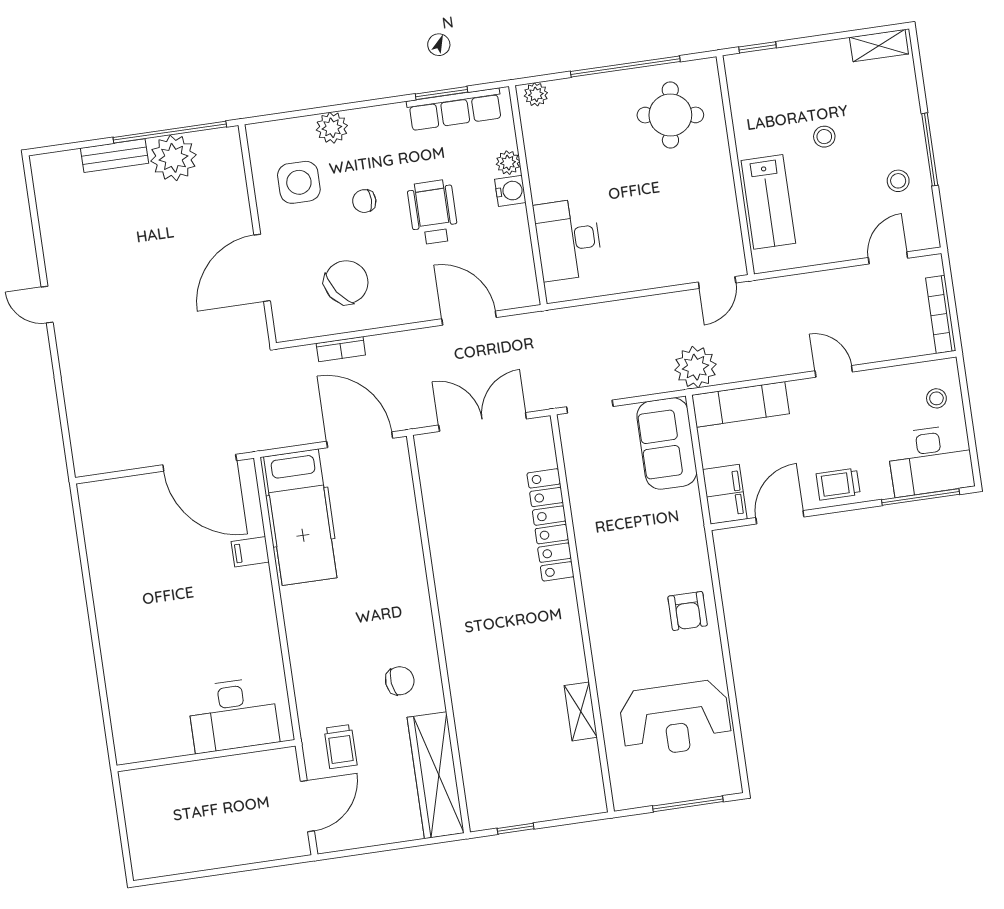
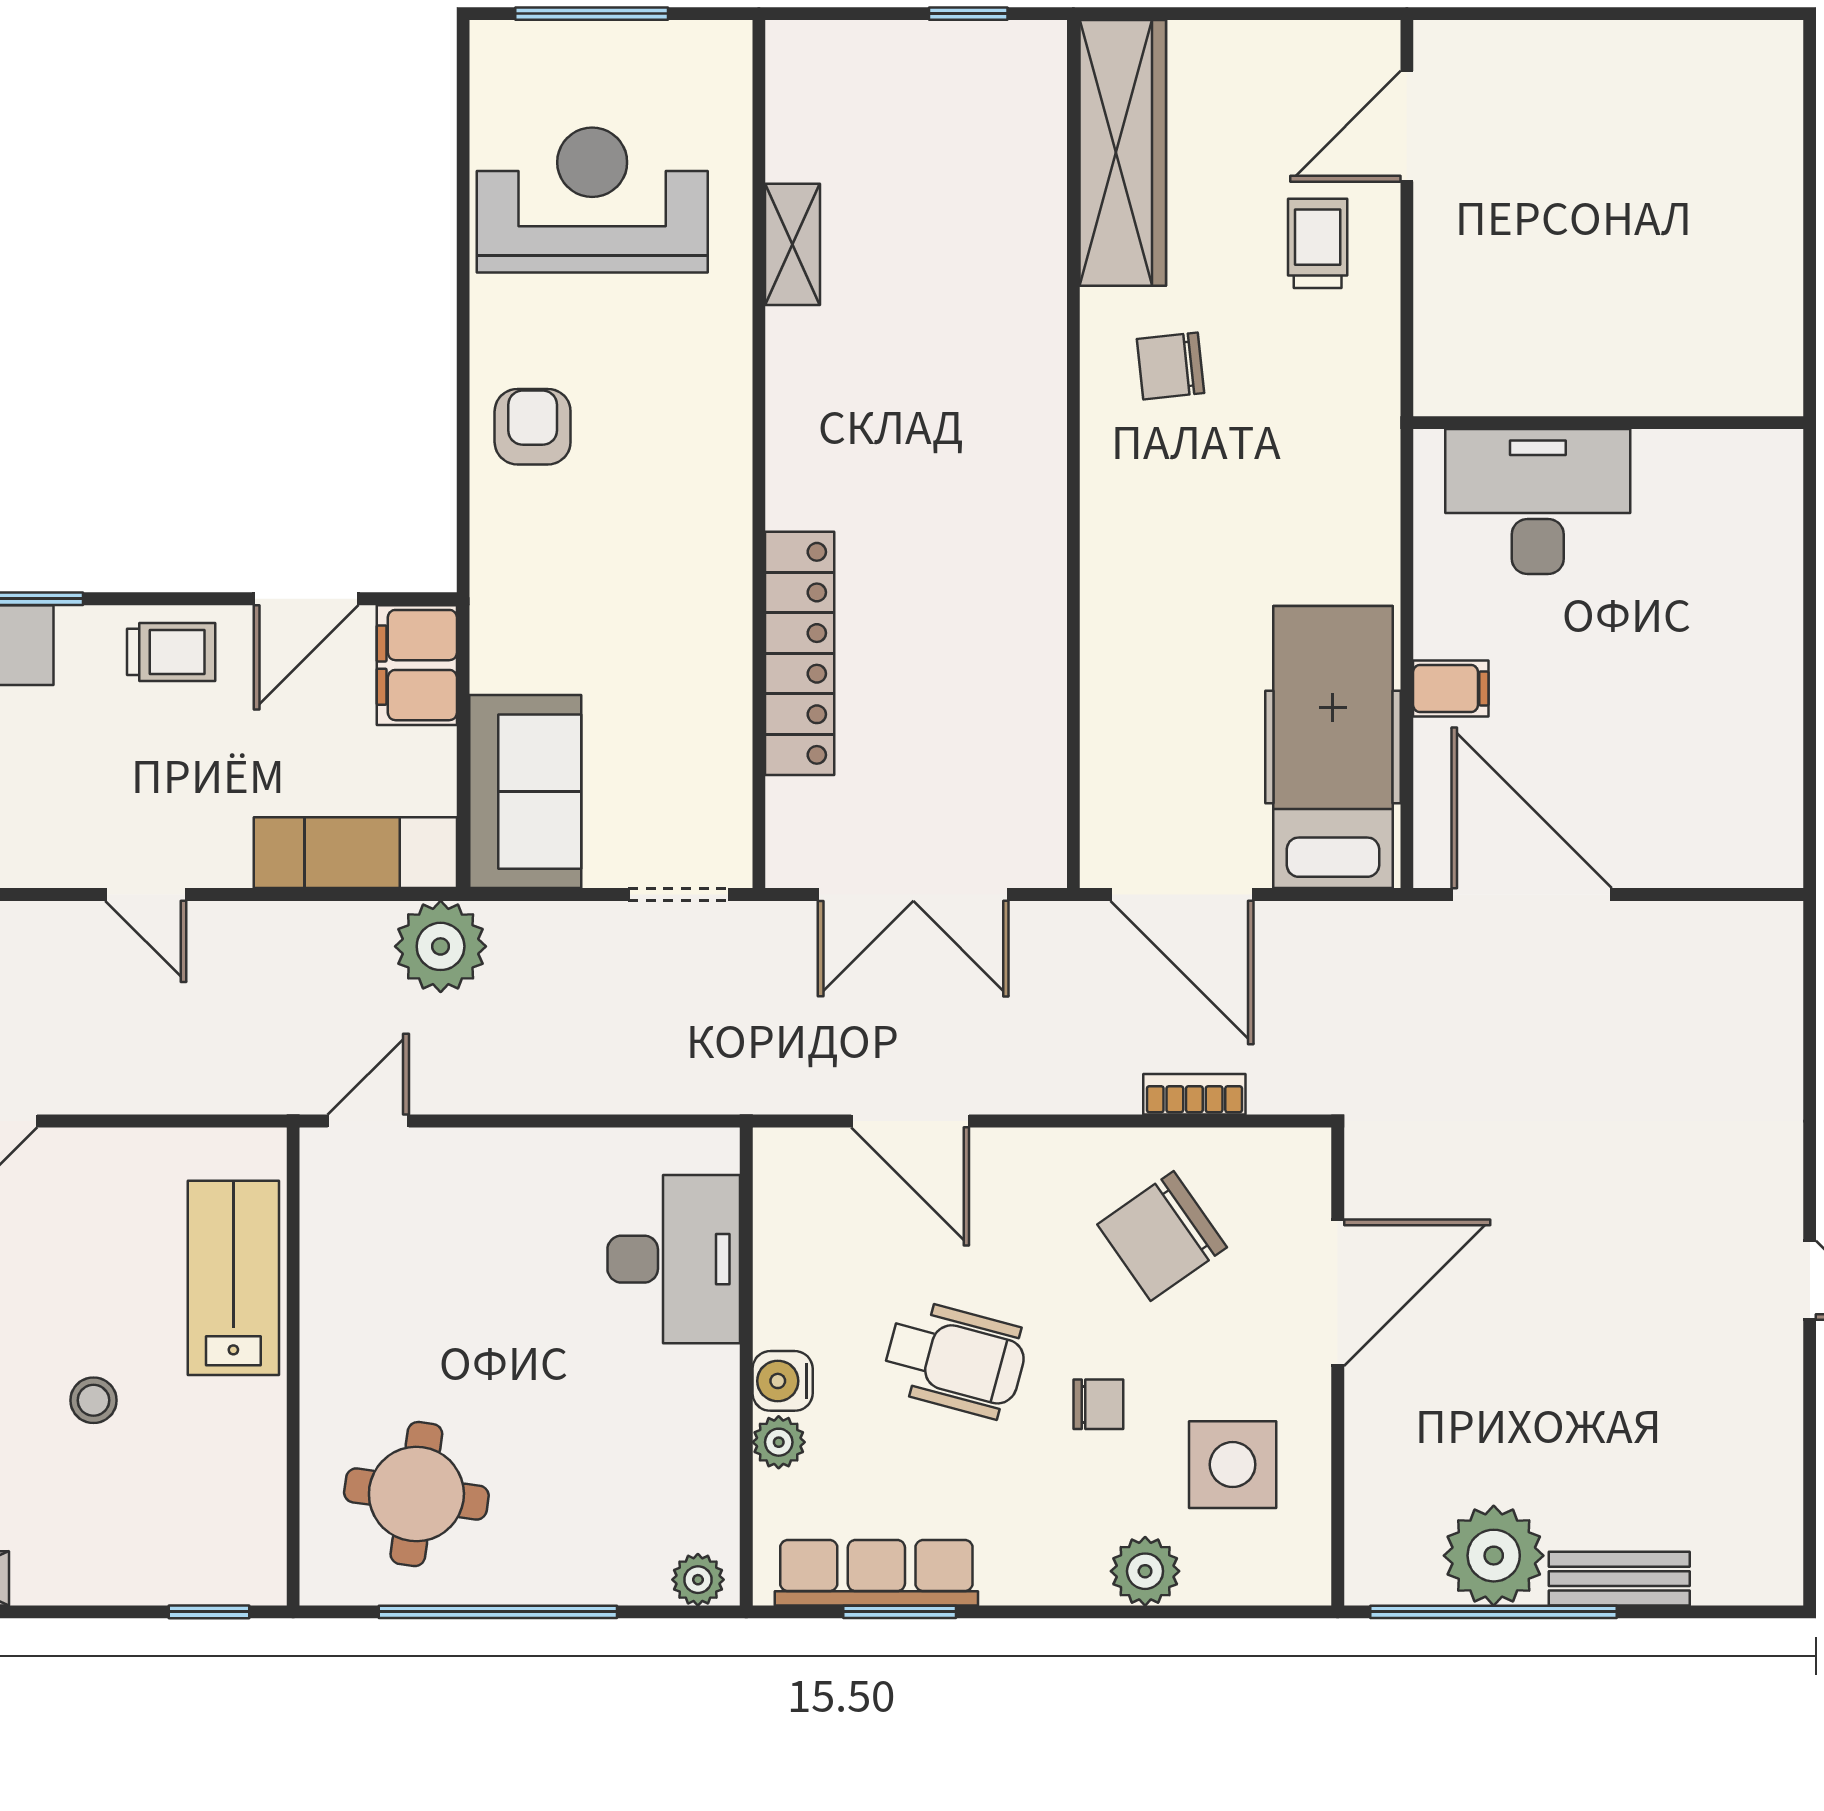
wheelchair: (433, 212) -> (955, 1359), turned -75
desk: (233, 715) -> (1538, 501), moved
wall: (206, 756) -> (1608, 423), moved

